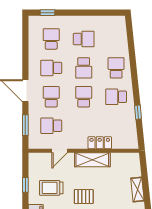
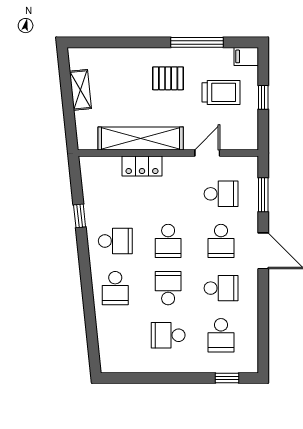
shelving: (92, 160) -> (141, 138), width x1.47

